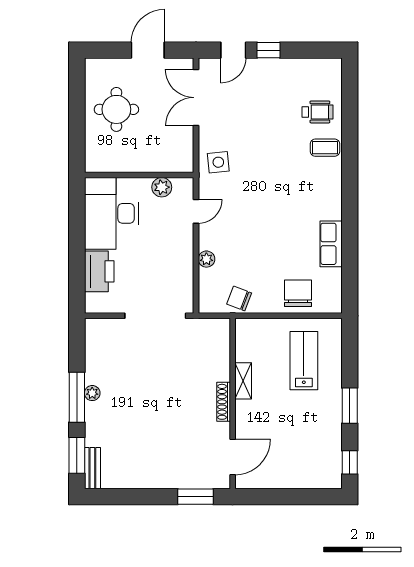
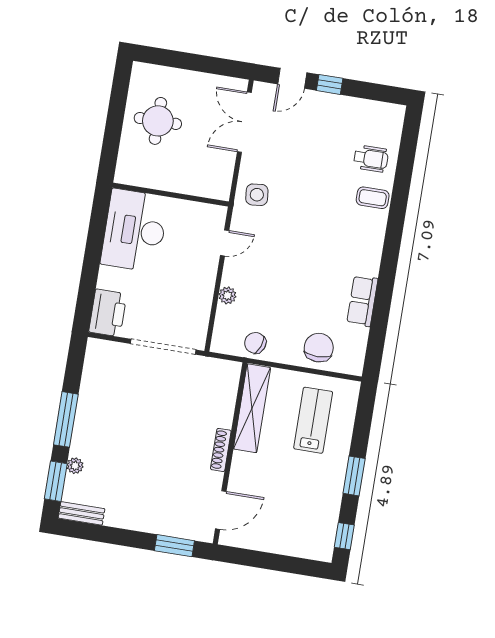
door: (148, 50) -> (202, 63), removed
plant: (162, 187) -> (192, 211), removed
printer: (99, 271) -> (108, 313), moved
shelving: (243, 381) -> (252, 408), width x2.20, depth x1.33
plant: (92, 393) -> (75, 466), moved
bench: (92, 468) -> (81, 513), moved, turned 90

